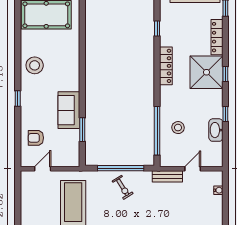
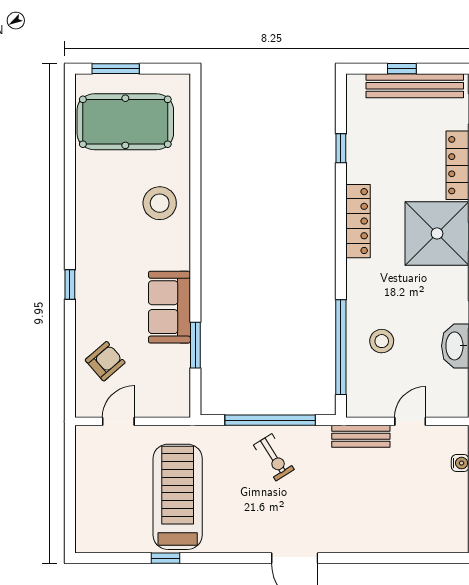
stool: (35, 65) -> (160, 203), moved
armchair: (36, 138) -> (105, 361), turned 139

